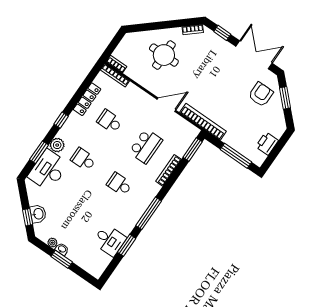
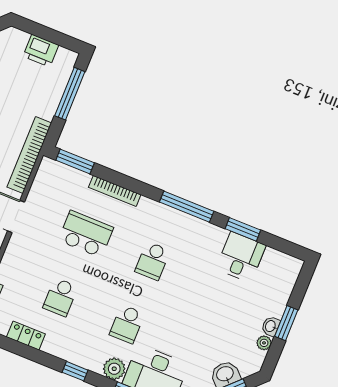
locker: (87, 99) -> (26, 335), width x0.66

